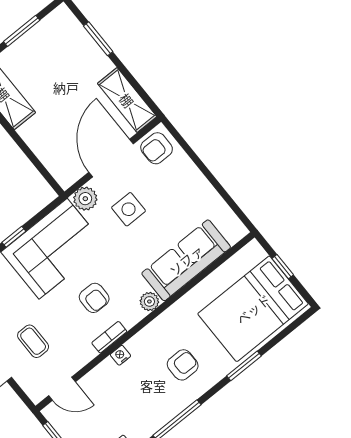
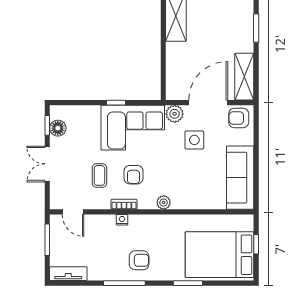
sofa: (186, 260) -> (240, 178), moved, turned -90
coffee table: (33, 341) -> (99, 175), moved
armchair: (183, 365) -> (139, 260), moved

